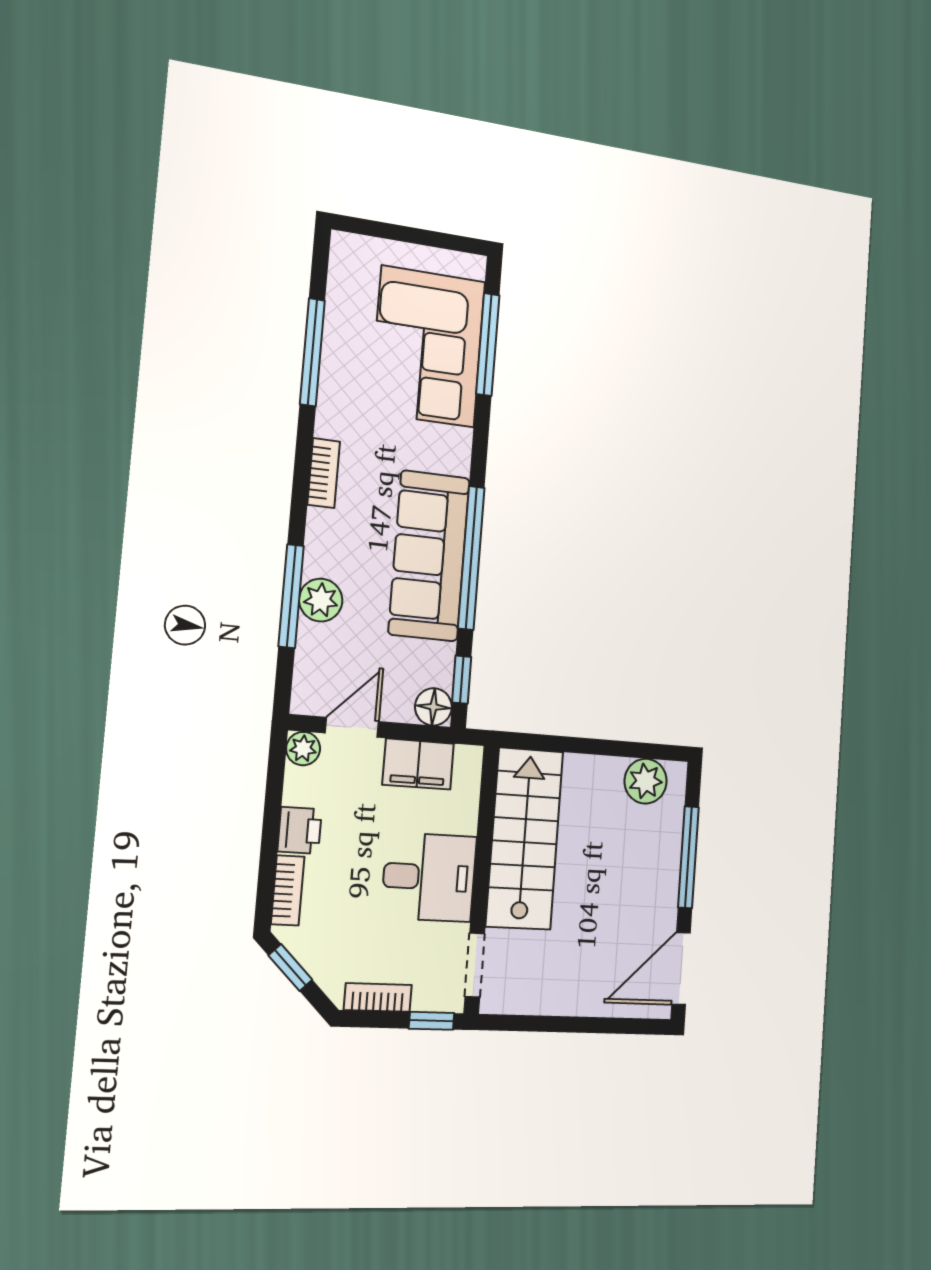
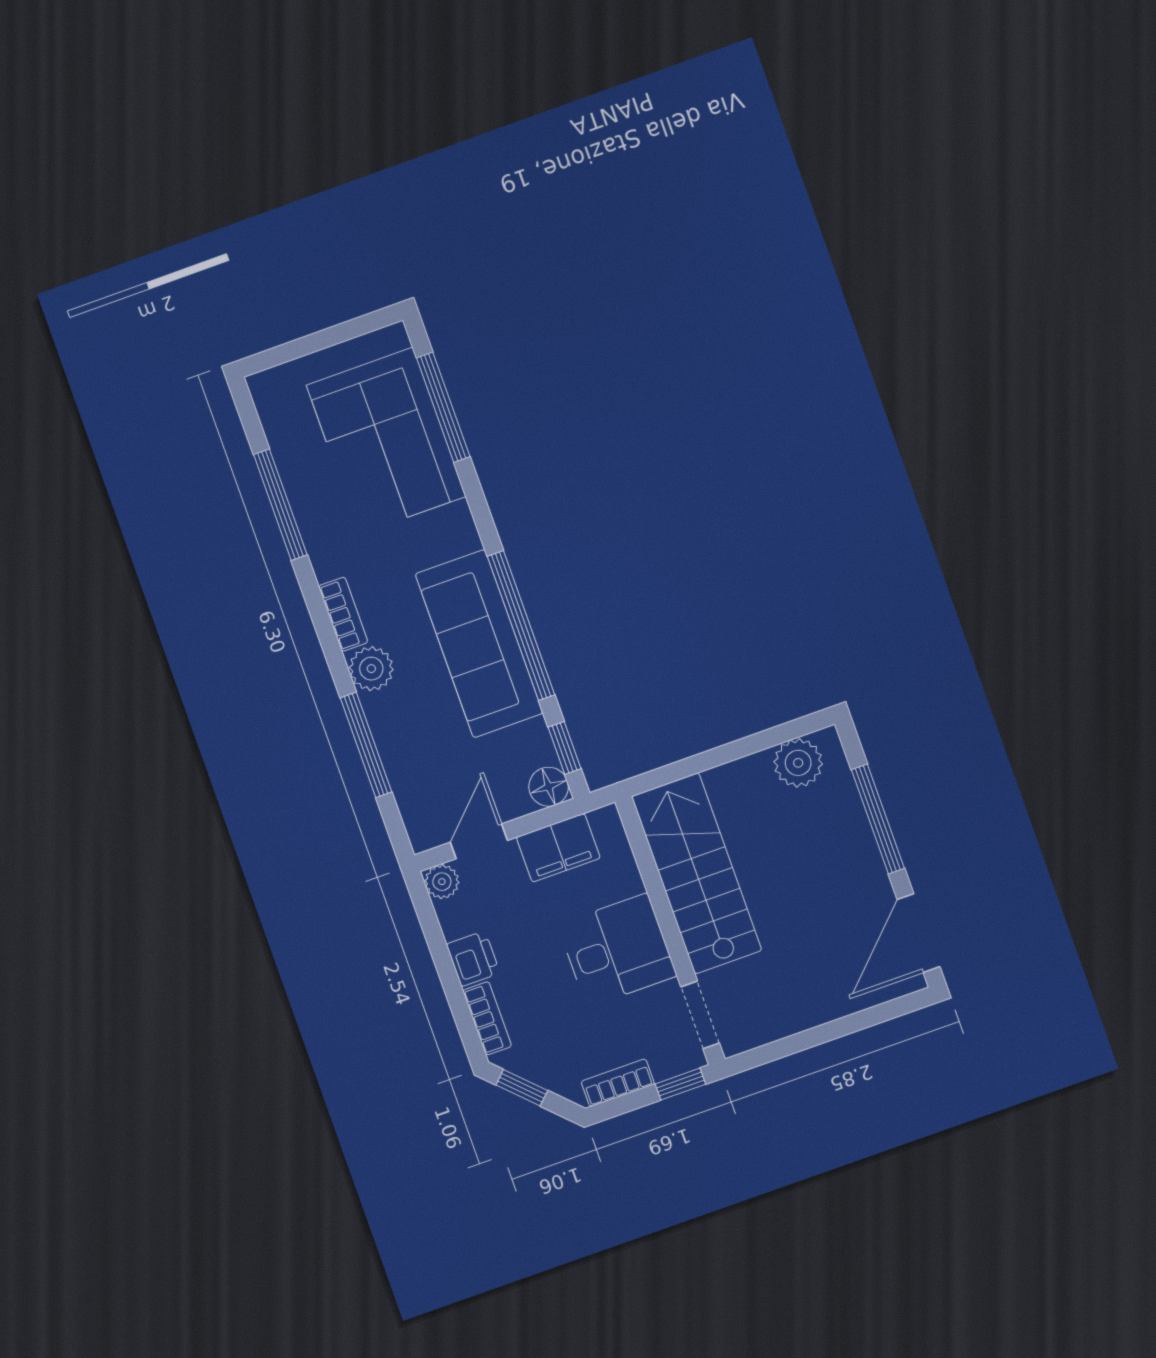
plant: (321, 600) -> (371, 669), moved

